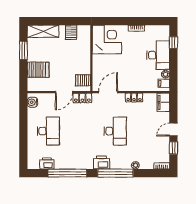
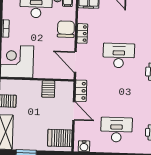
server rack: (38, 70) -> (60, 138), moved, turned -90
server rack: (83, 80) -> (48, 89), moved
chair: (137, 83) -> (66, 29), added

